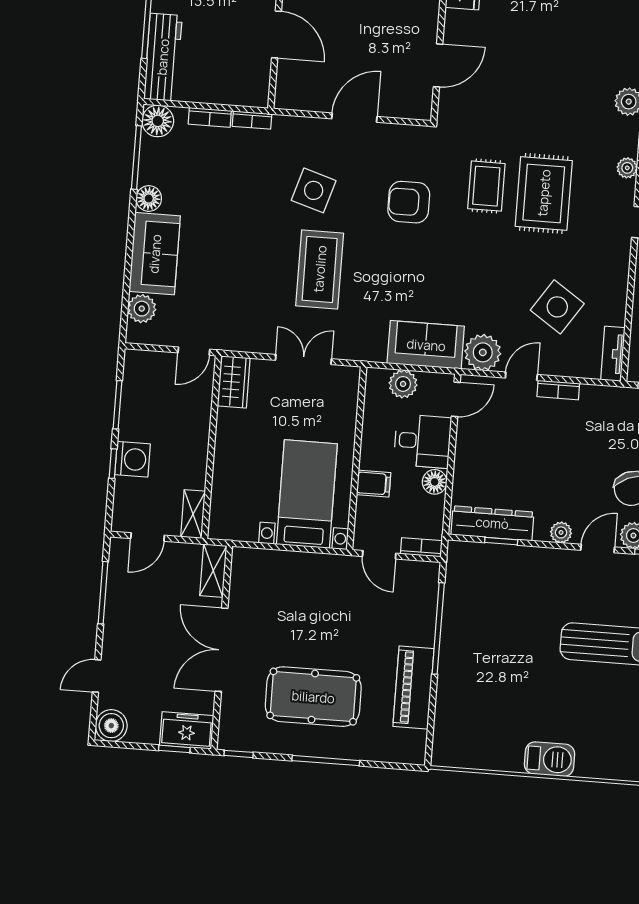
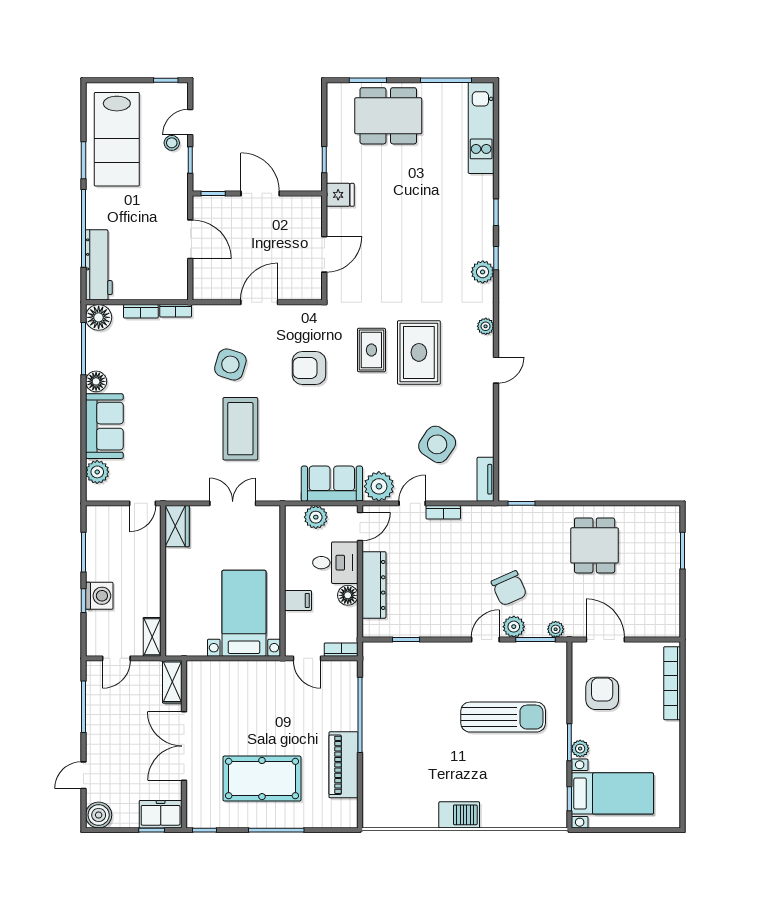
dresser: (492, 523) -> (374, 585), moved, turned 90
plant: (561, 532) -> (454, 629), removed

